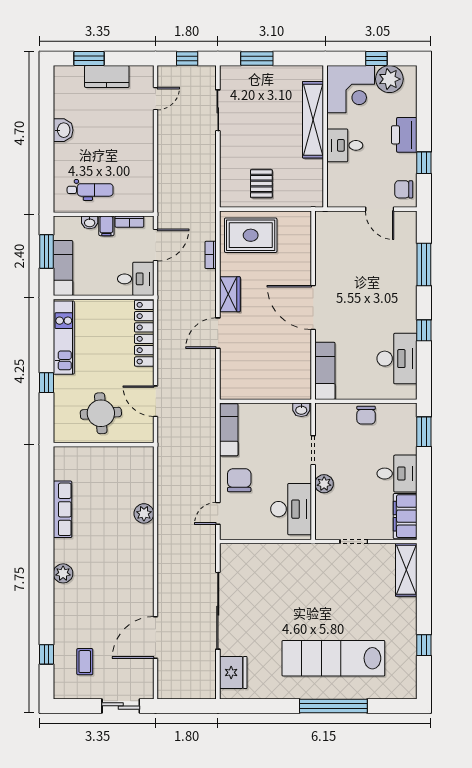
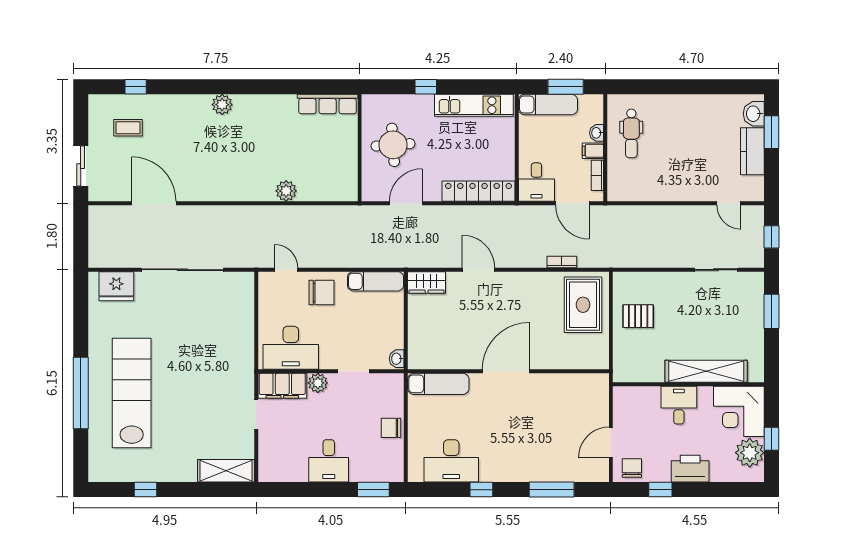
washbasin: (63, 130) -> (754, 114), moved, turned 90
wardrobe: (230, 294) -> (427, 282), moved
row of seats: (63, 509) -> (328, 104), moved
filing cabinet: (405, 516) -> (282, 386), moved, turned 180

